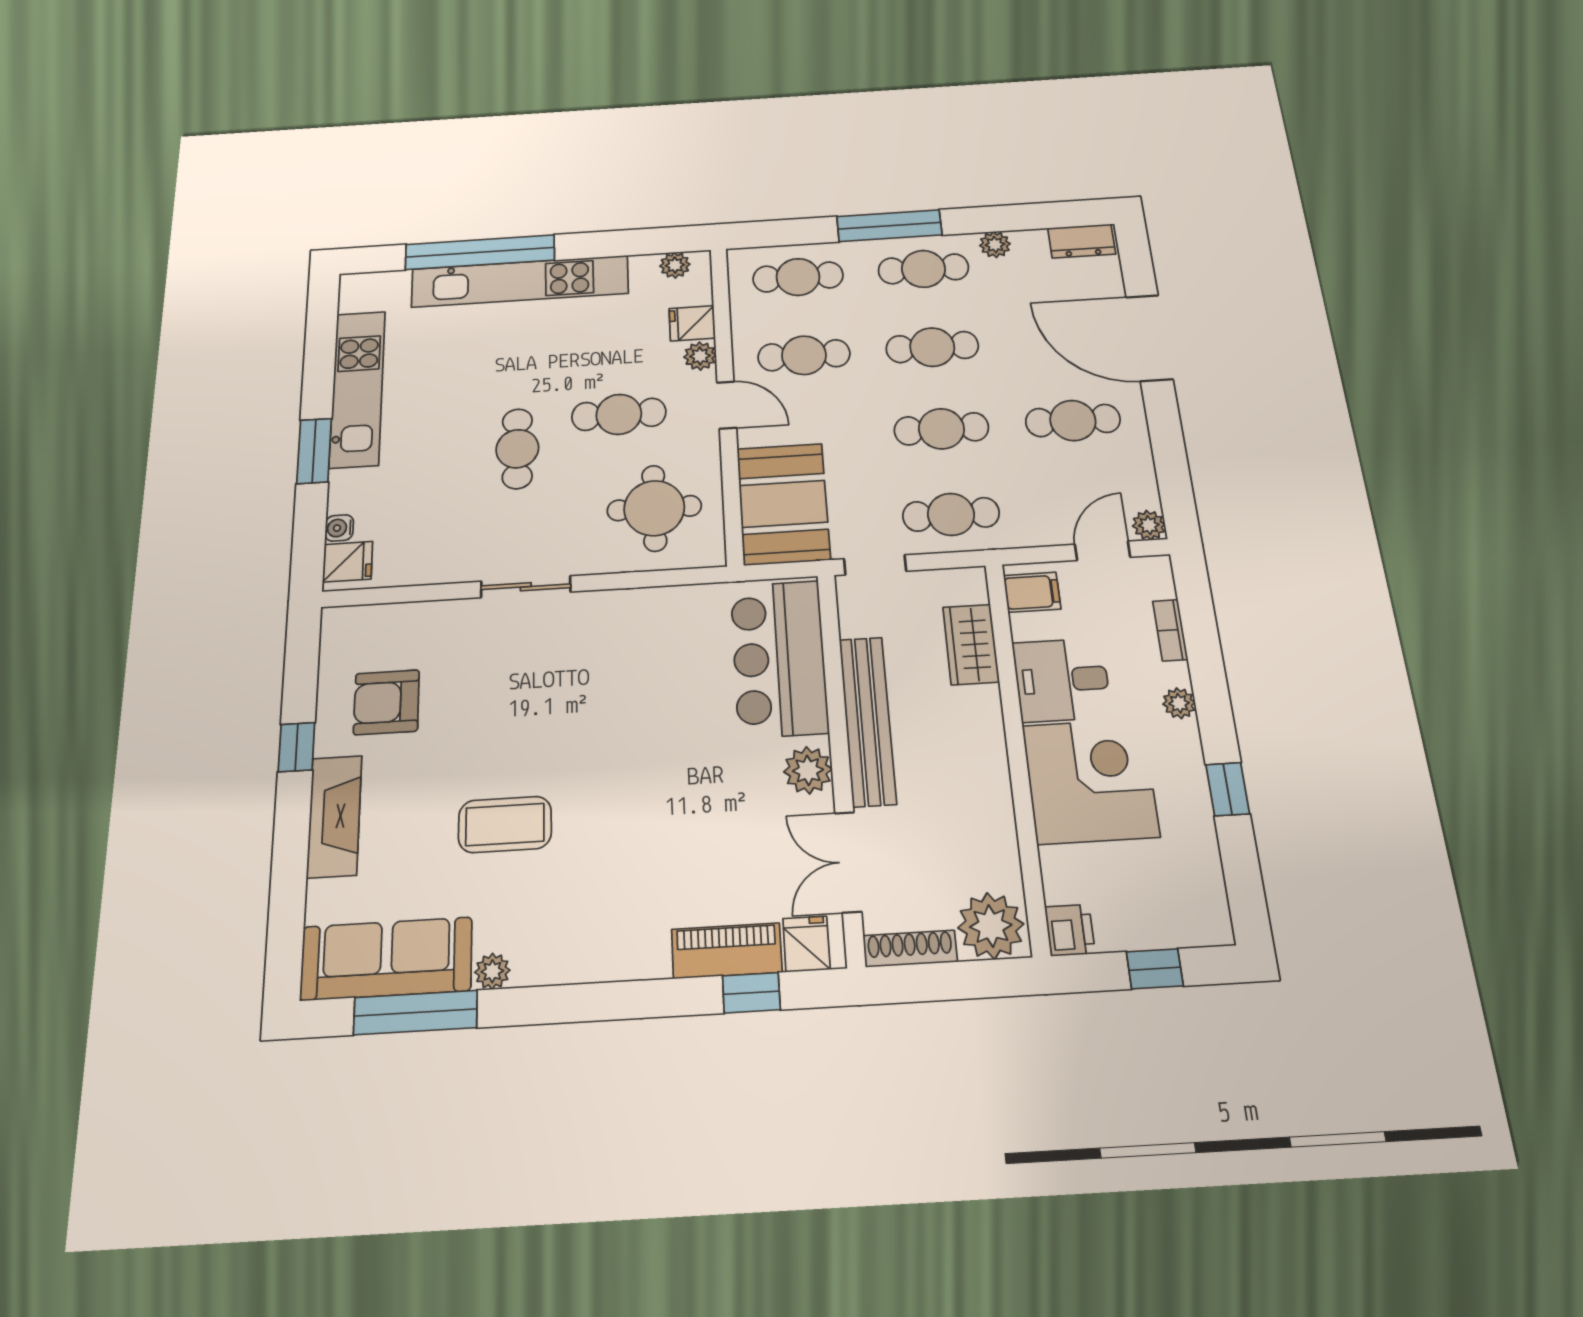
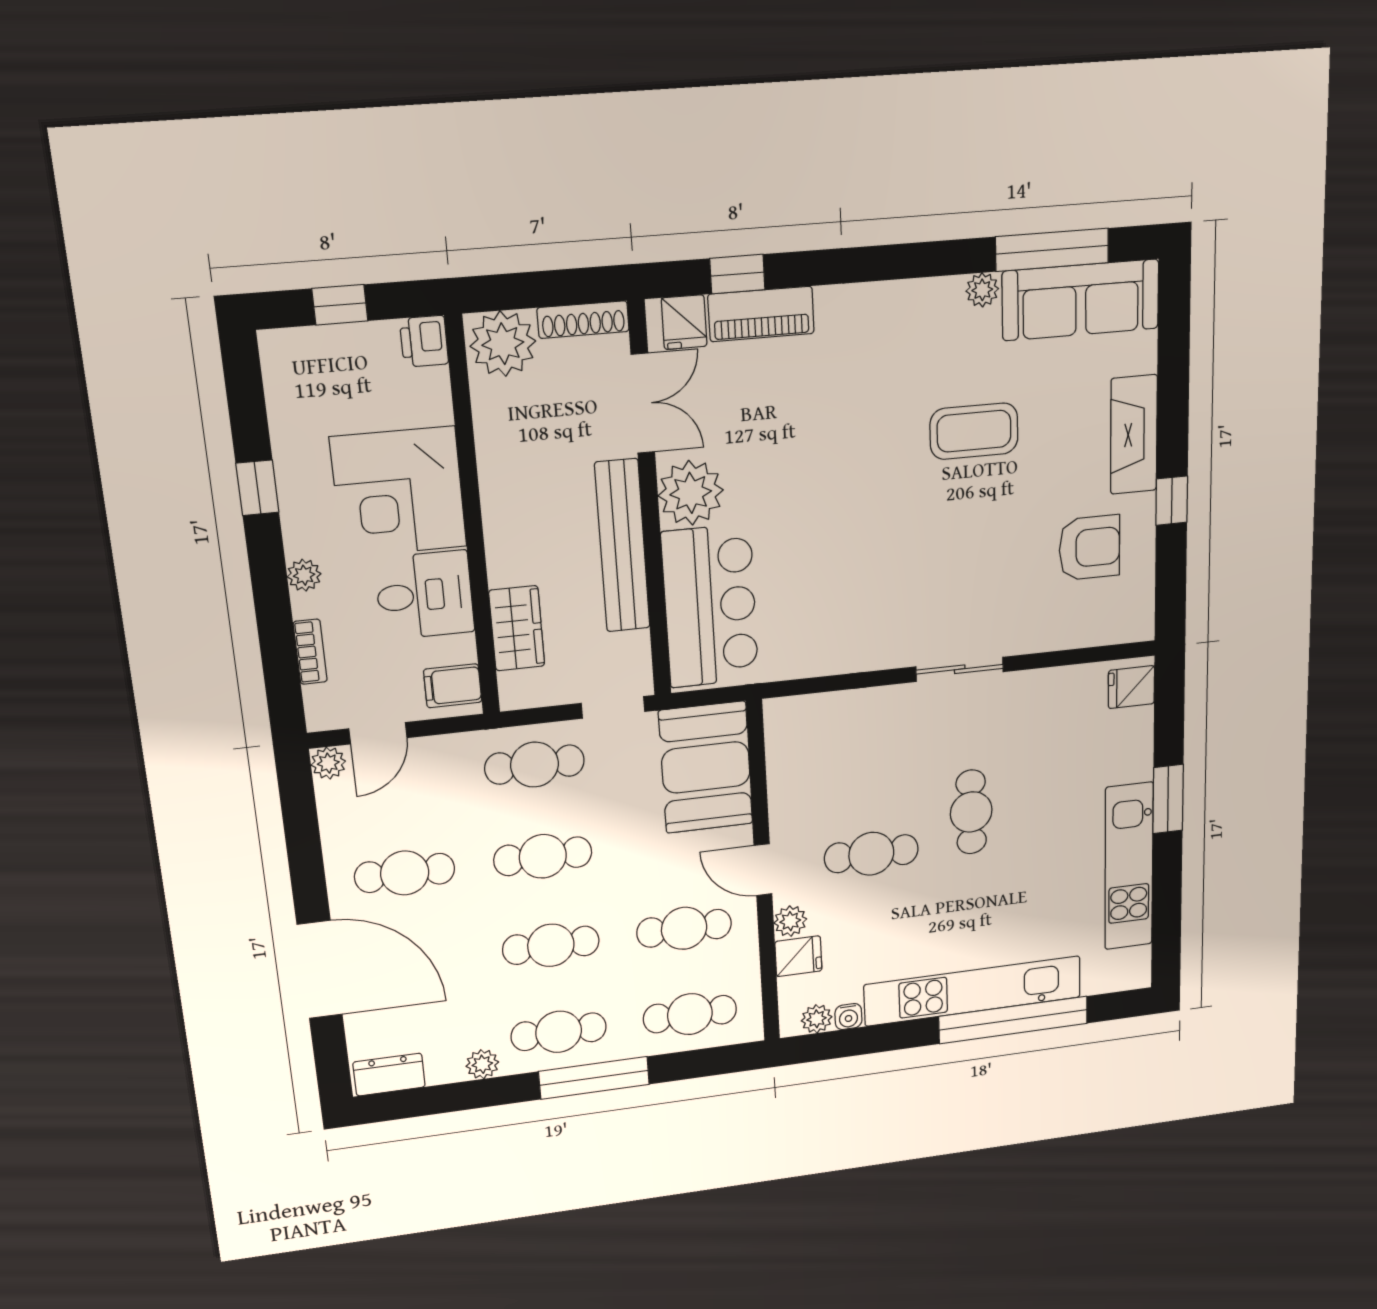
round table: (654, 508) -> (835, 756), removed
water cooler: (339, 528) -> (848, 1017), moved, turned 90
plant: (808, 770) -> (691, 493), width x1.36, depth x1.36

